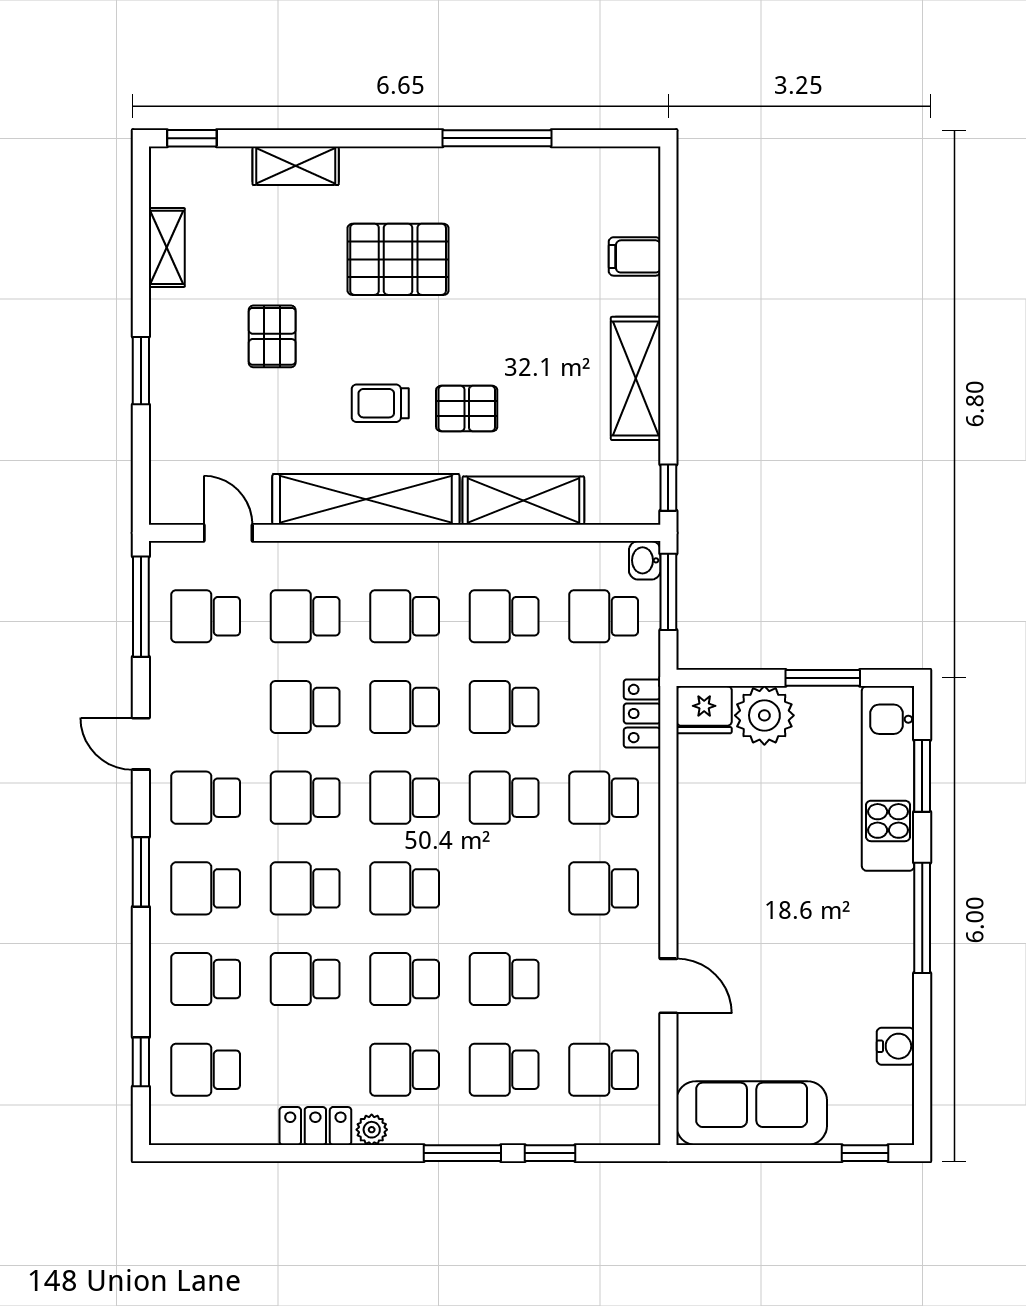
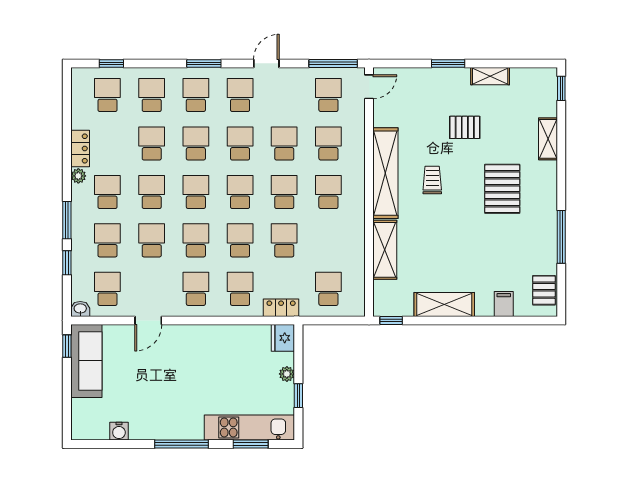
shelving: (167, 247) -> (490, 76), moved
pallet: (467, 409) -> (544, 290), moved
door: (228, 533) -> (369, 87), moved
washbasin: (645, 560) -> (80, 309), moved
window: (668, 592) -> (340, 320), removed
school desk: (504, 616) -> (196, 240), moved
window: (823, 678) -> (298, 396), width x0.67
plant: (764, 715) -> (287, 374), width x0.53, depth x0.53
window: (865, 1153) -> (67, 346), moved

